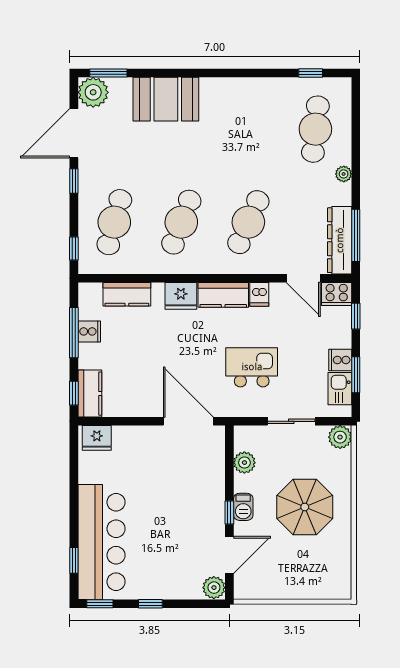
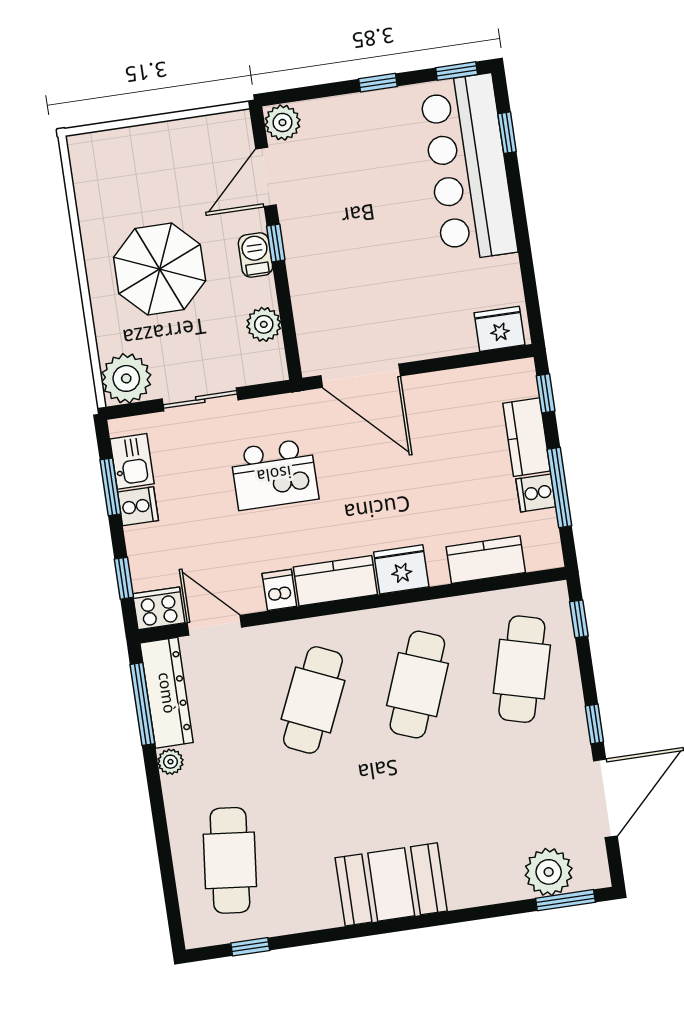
plant: (93, 92) -> (549, 872), moved
booth: (166, 99) -> (391, 884), moved
plant: (344, 174) -> (170, 762), moved
kitchen counter: (90, 394) -> (527, 437), moved
plant: (340, 437) -> (126, 378), width x1.36, depth x1.36

